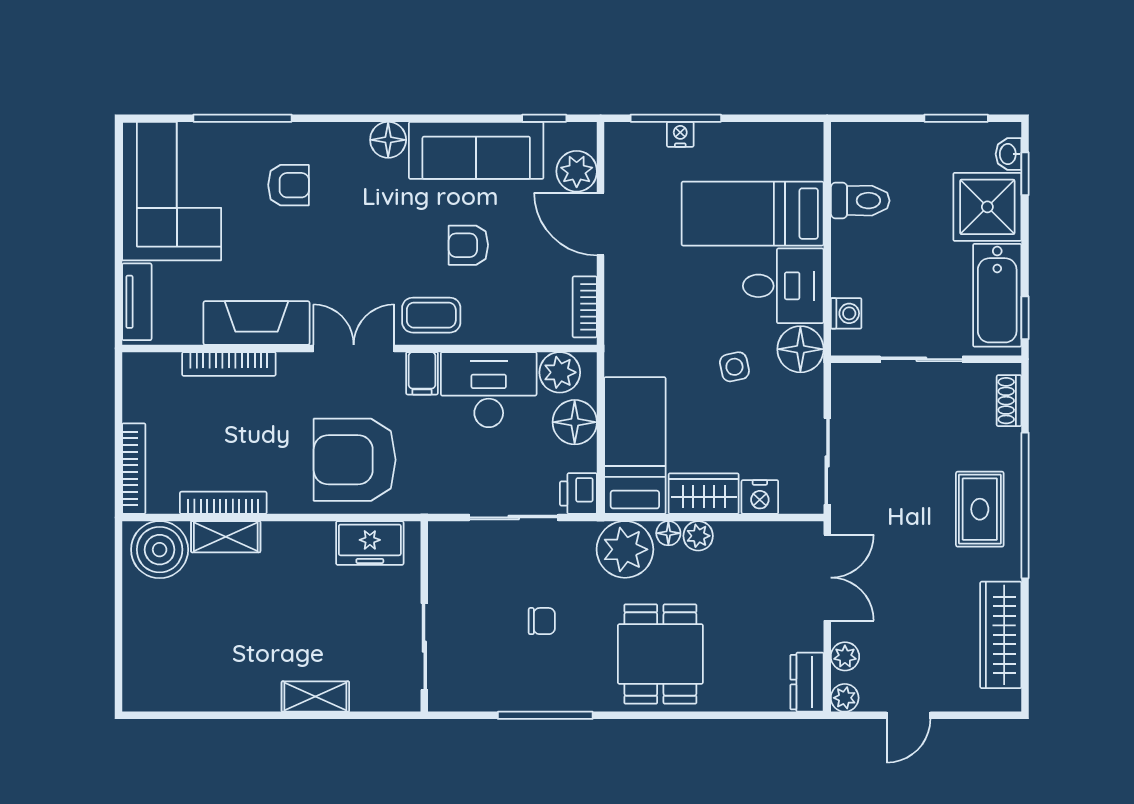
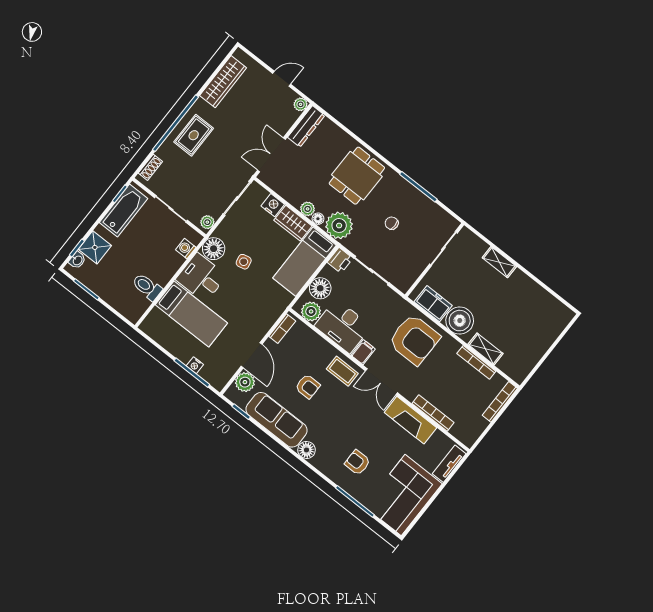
shower: (987, 207) -> (95, 247), width x0.73, depth x0.73
boiler: (160, 550) -> (460, 321), moved
plant: (845, 656) -> (207, 222), moved
dresser: (807, 682) -> (306, 126), width x1.44

